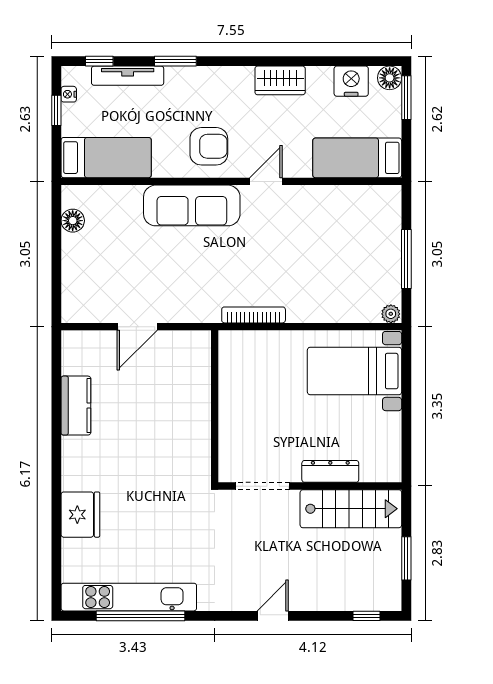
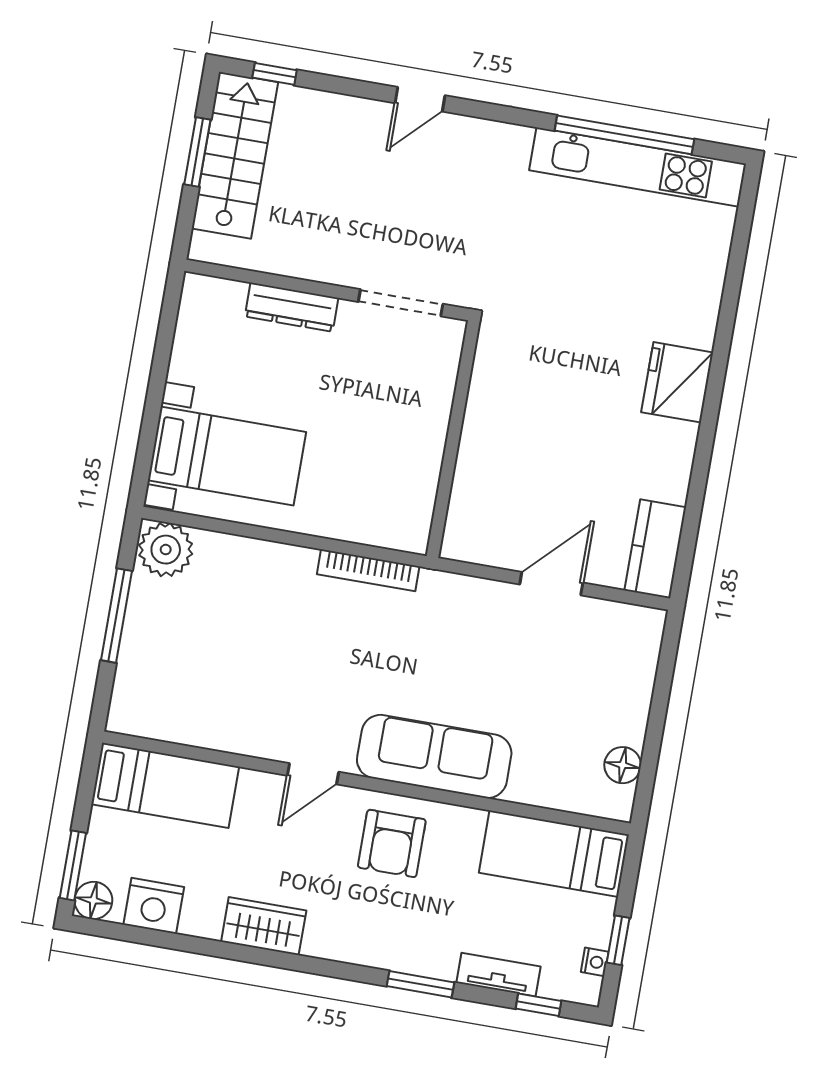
tv unit: (128, 76) -> (498, 975), width x0.71
armchair: (209, 146) -> (392, 843), turned -90
plant: (391, 314) -> (166, 550), width x1.88, depth x1.88
kitchen counter: (76, 406) -> (655, 549), moved
stairs: (351, 509) -> (235, 155), moved, turned 90
fridge: (80, 515) -> (677, 382), moved

